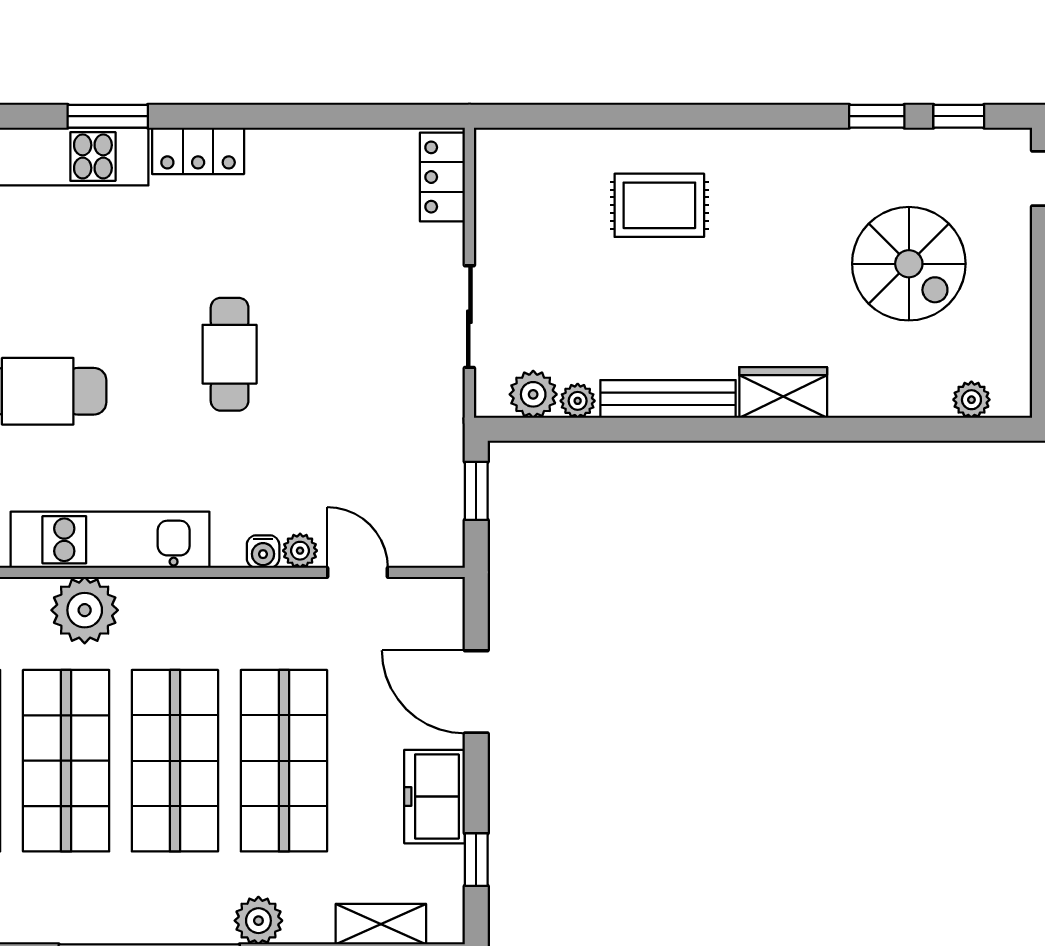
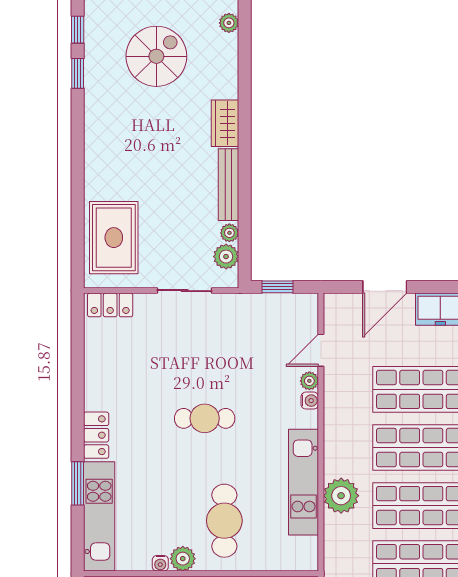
rug: (659, 205) -> (114, 238), moved, width x1.36, depth x1.43

